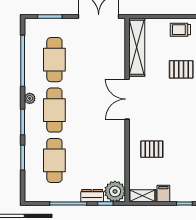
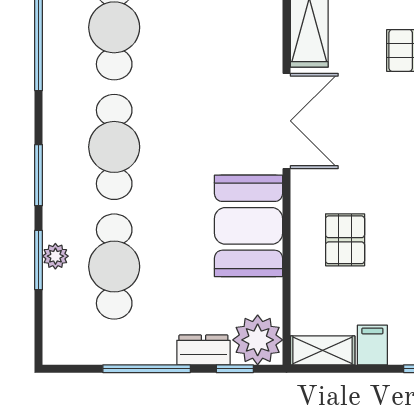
plant: (30, 98) -> (55, 256), moved
double door: (127, 99) -> (287, 121), swing flipped
booth: (111, 143) -> (249, 226), added
pallet: (152, 149) -> (345, 240), turned 90

